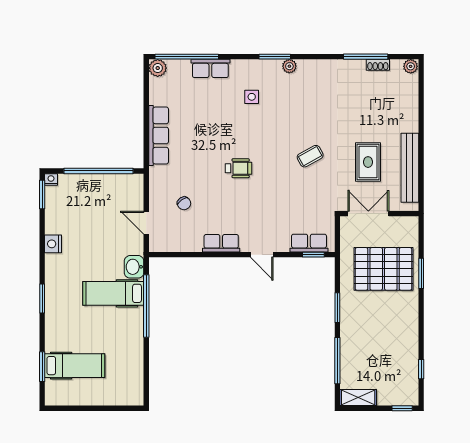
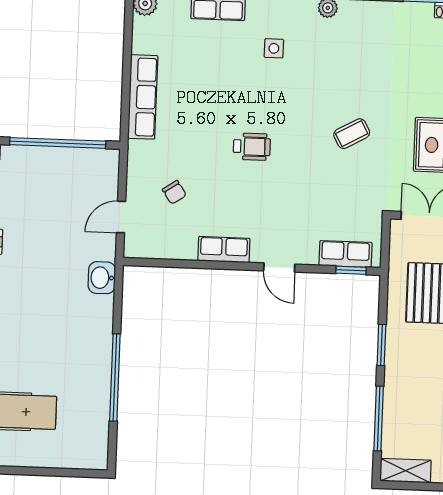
door: (146, 223) -> (121, 217), hinge flipped
hospital bed: (113, 293) -> (72, 313), removed
window: (146, 306) -> (115, 377), moved

